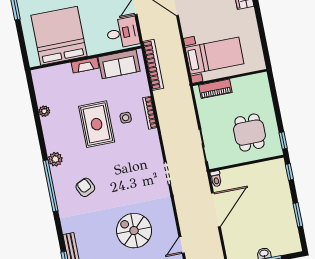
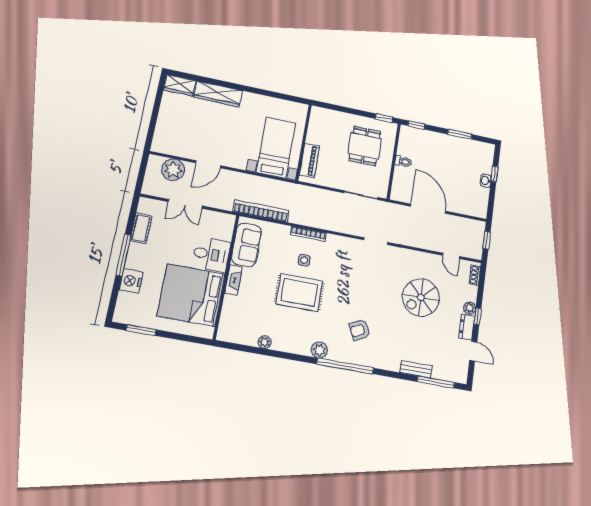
desk: (123, 33) -> (211, 255), moved, turned 90
dining table: (249, 133) -> (365, 146), turned 90
toilet: (216, 179) -> (403, 162), moved

